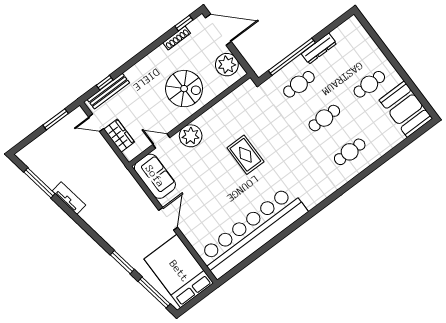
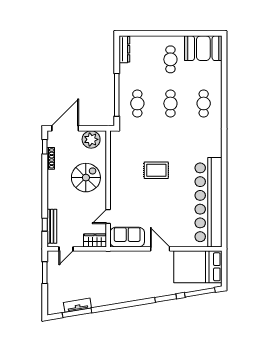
dresser: (319, 49) -> (124, 49), moved
wardrobe: (119, 136) -> (95, 240), moved
plant: (191, 136) -> (119, 196), removed
tv unit: (69, 198) -> (77, 305), moved

